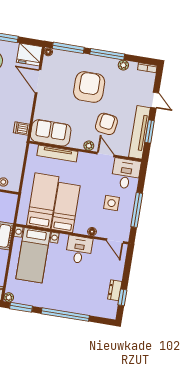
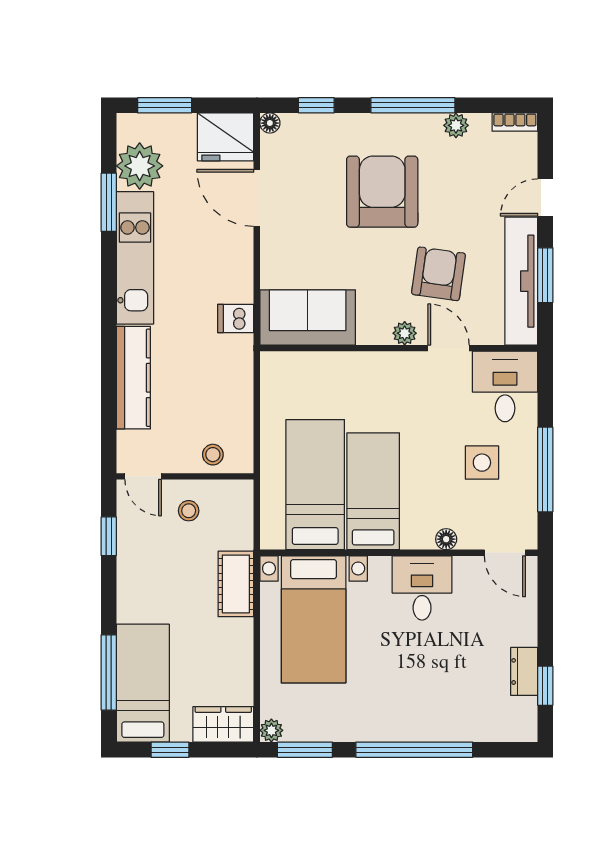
window: (68, 48) -> (316, 105), width x0.46
door: (155, 100) -> (545, 197), swing flipped
tv unit: (57, 153) -> (332, 364), removed

